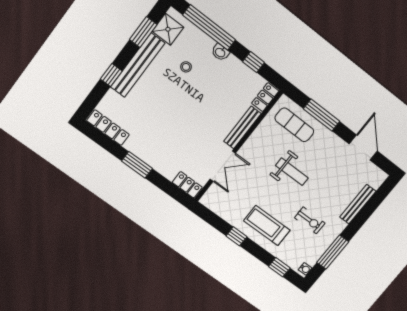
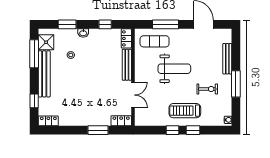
window: (209, 27) -> (67, 24), width x0.47
window: (143, 32) -> (34, 54), width x1.44
window: (111, 75) -> (34, 101), moved
locker: (108, 128) -> (48, 121), width x0.66
window: (137, 165) -> (98, 130), moved
weight bench: (292, 172) -> (174, 69), width x1.36, depth x1.33
window: (333, 252) -> (236, 84), moved
window: (279, 267) -> (193, 130), moved

